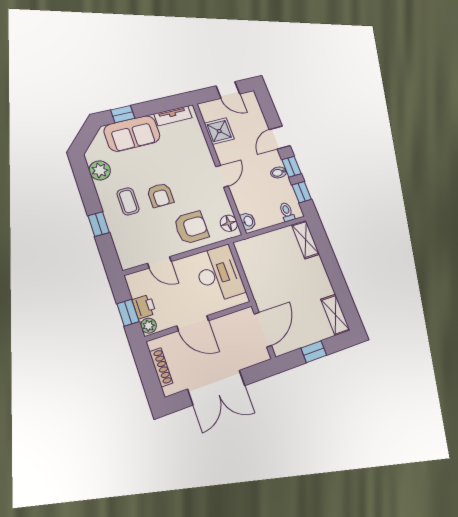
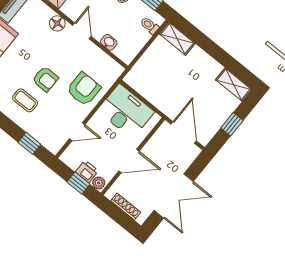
washbasin: (248, 221) -> (109, 42), moved
floor lamp: (229, 223) -> (57, 23), moved
window: (99, 224) -> (29, 143), moved

